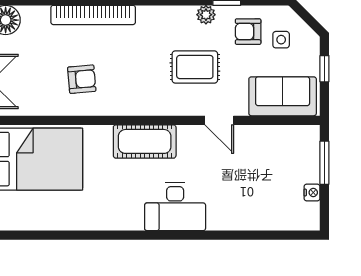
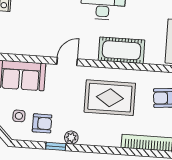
rug: (195, 67) -> (110, 98), moved, width x1.36, depth x1.43
door: (219, 120) -> (67, 62), hinge flipped

